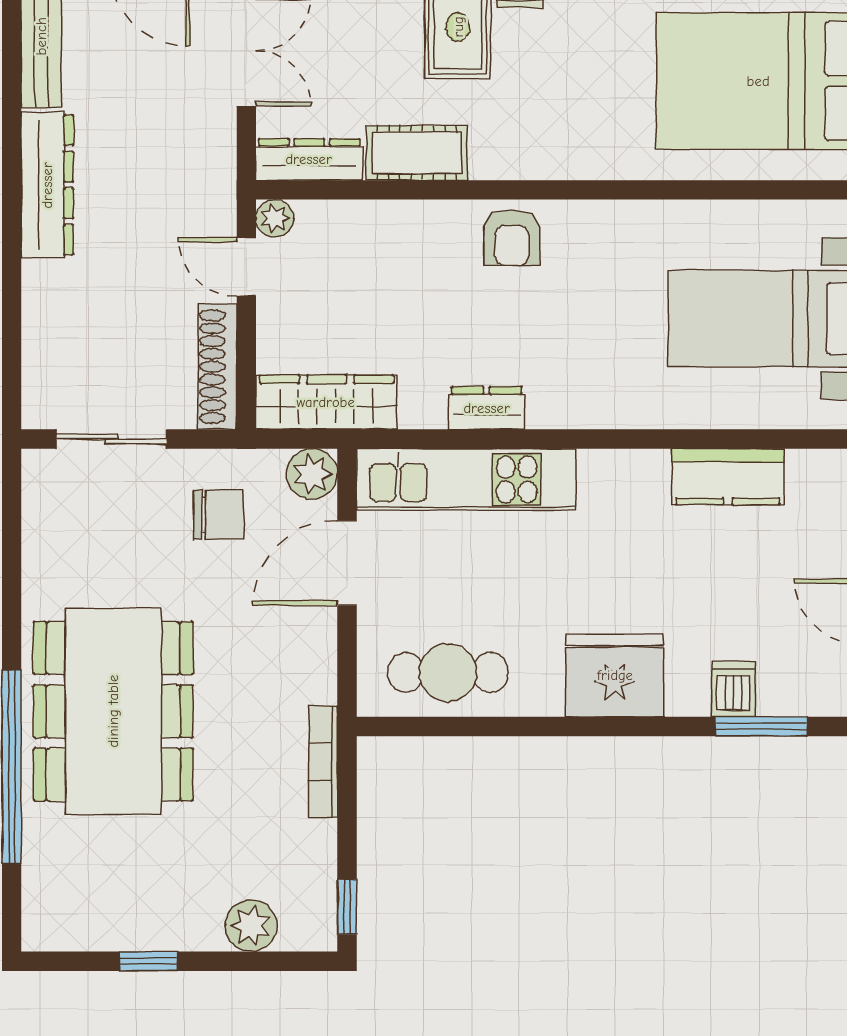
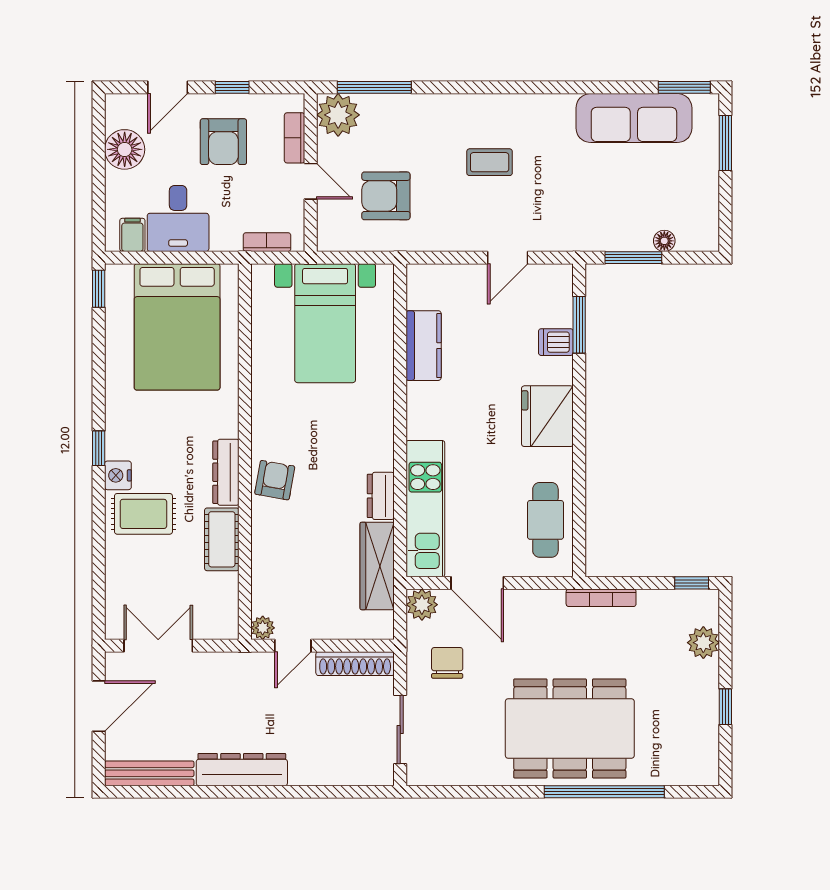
dresser: (309, 159) -> (226, 472), moved
armchair: (512, 238) -> (275, 480), turned -80
wardrobe: (326, 402) -> (377, 566), moved

